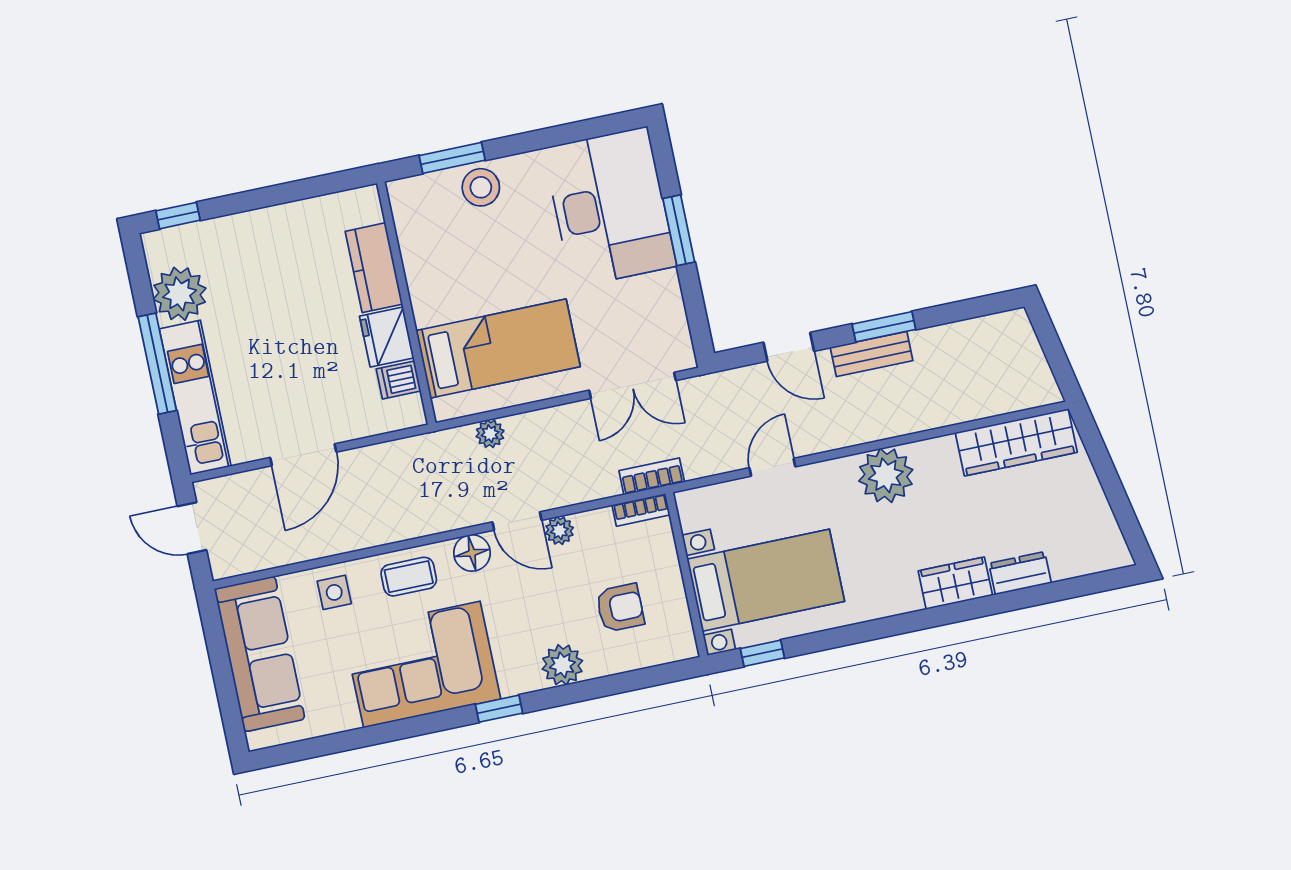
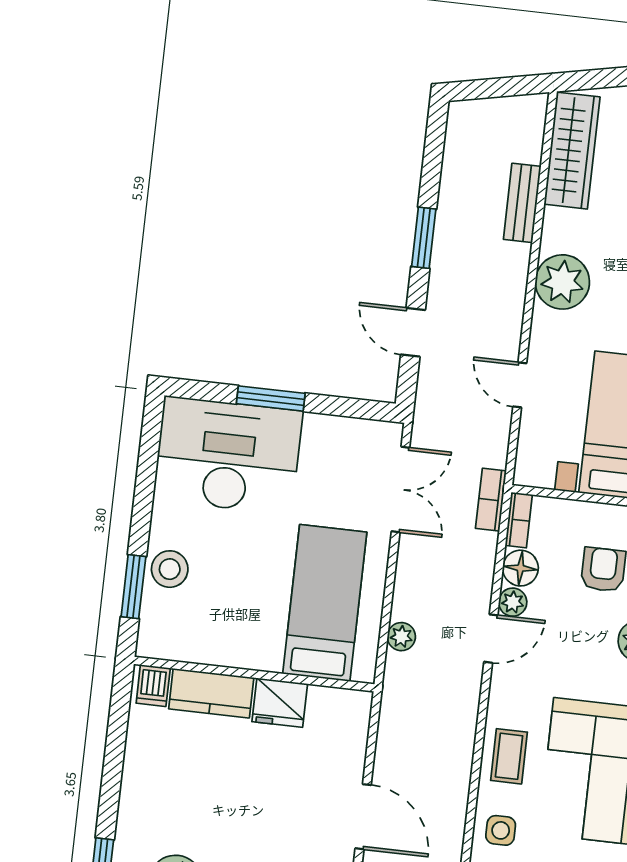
door: (789, 347) -> (413, 332), swing flipped
bench: (872, 354) -> (522, 203), moved
dishwasher: (399, 380) -> (153, 686), moved
floor lamp: (472, 553) -> (520, 568), moved

